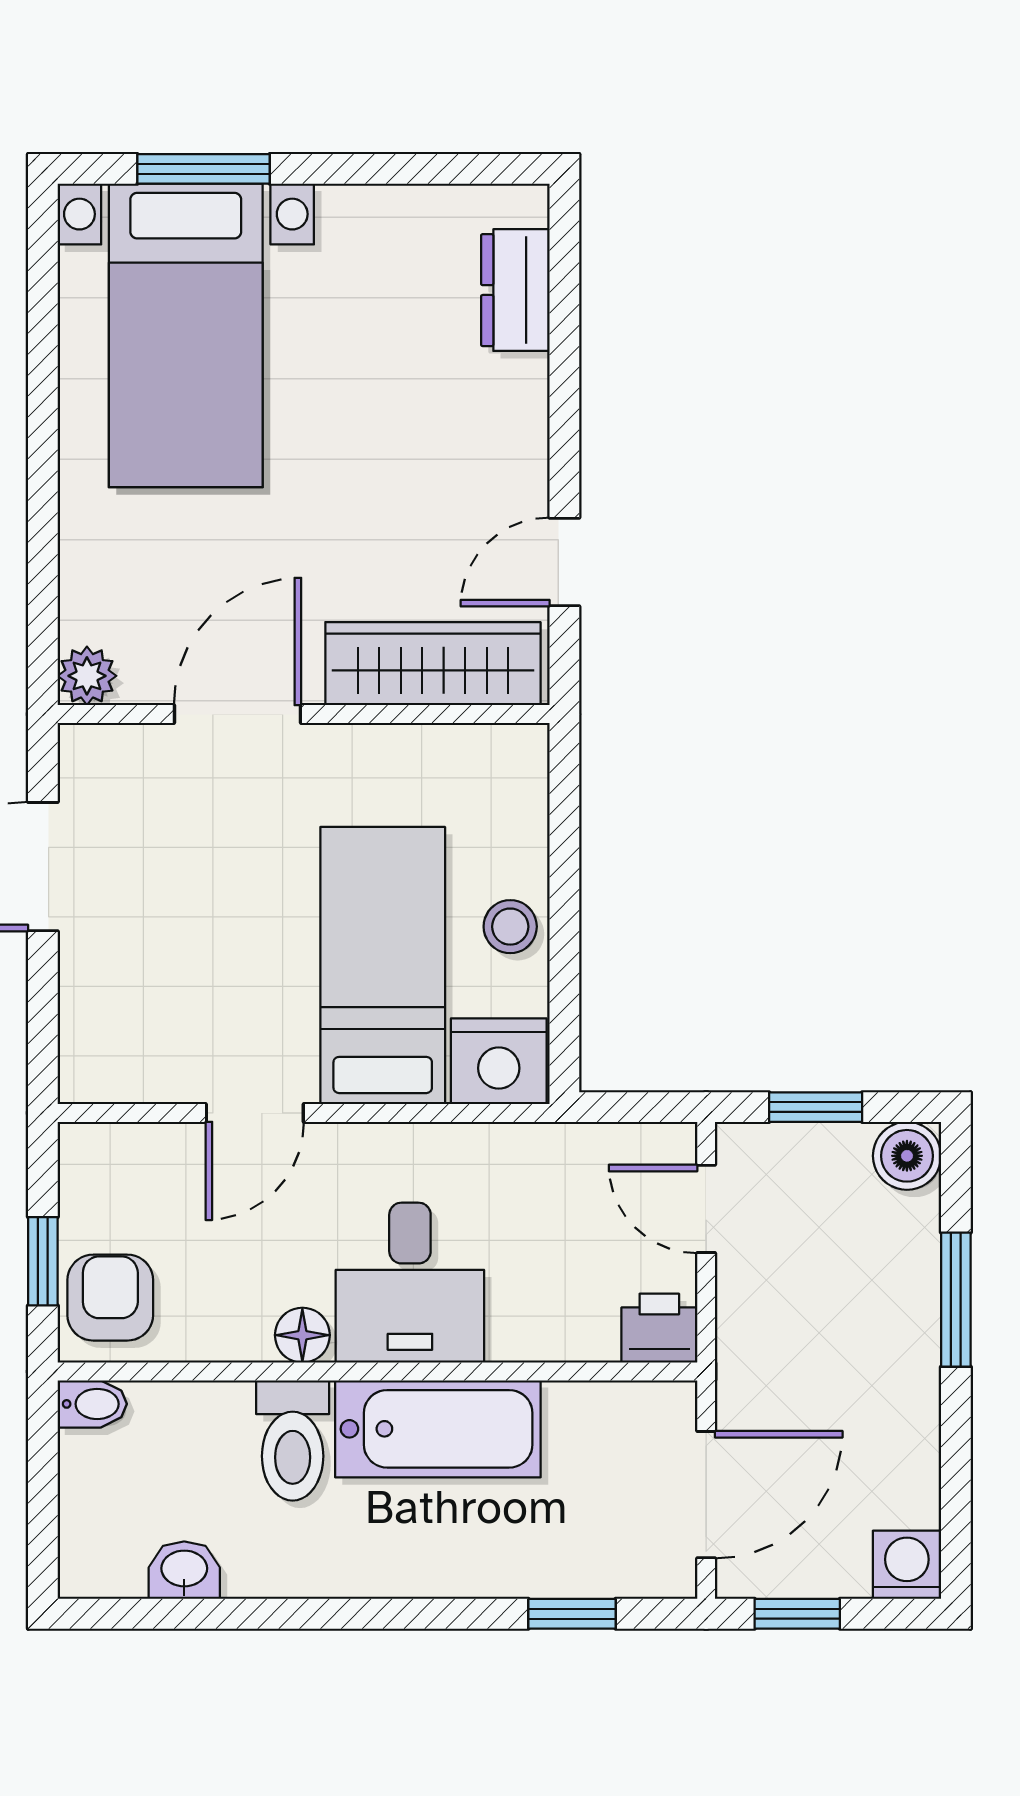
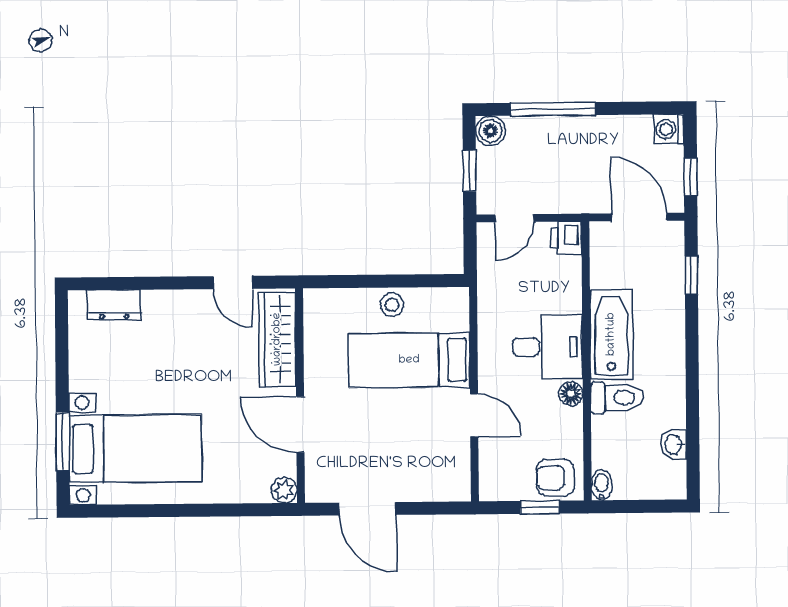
nightstand: (499, 1061) -> (451, 309), removed
window: (956, 1300) -> (553, 109), width x1.44

